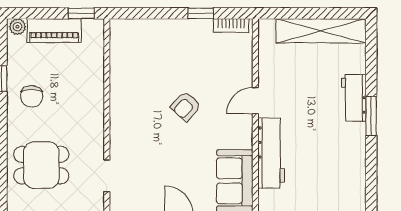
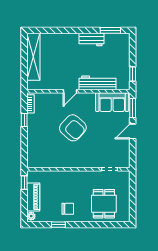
workbench: (354, 98) -> (91, 40), moved
door: (255, 101) -> (70, 91), hinge flipped
armchair: (186, 106) -> (73, 128), width x1.88, depth x1.88
window: (371, 116) -> (110, 30), moved

